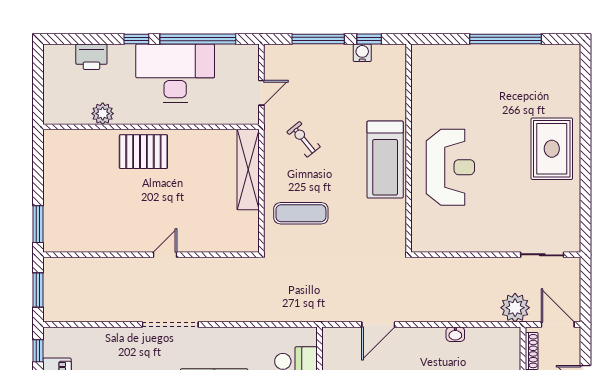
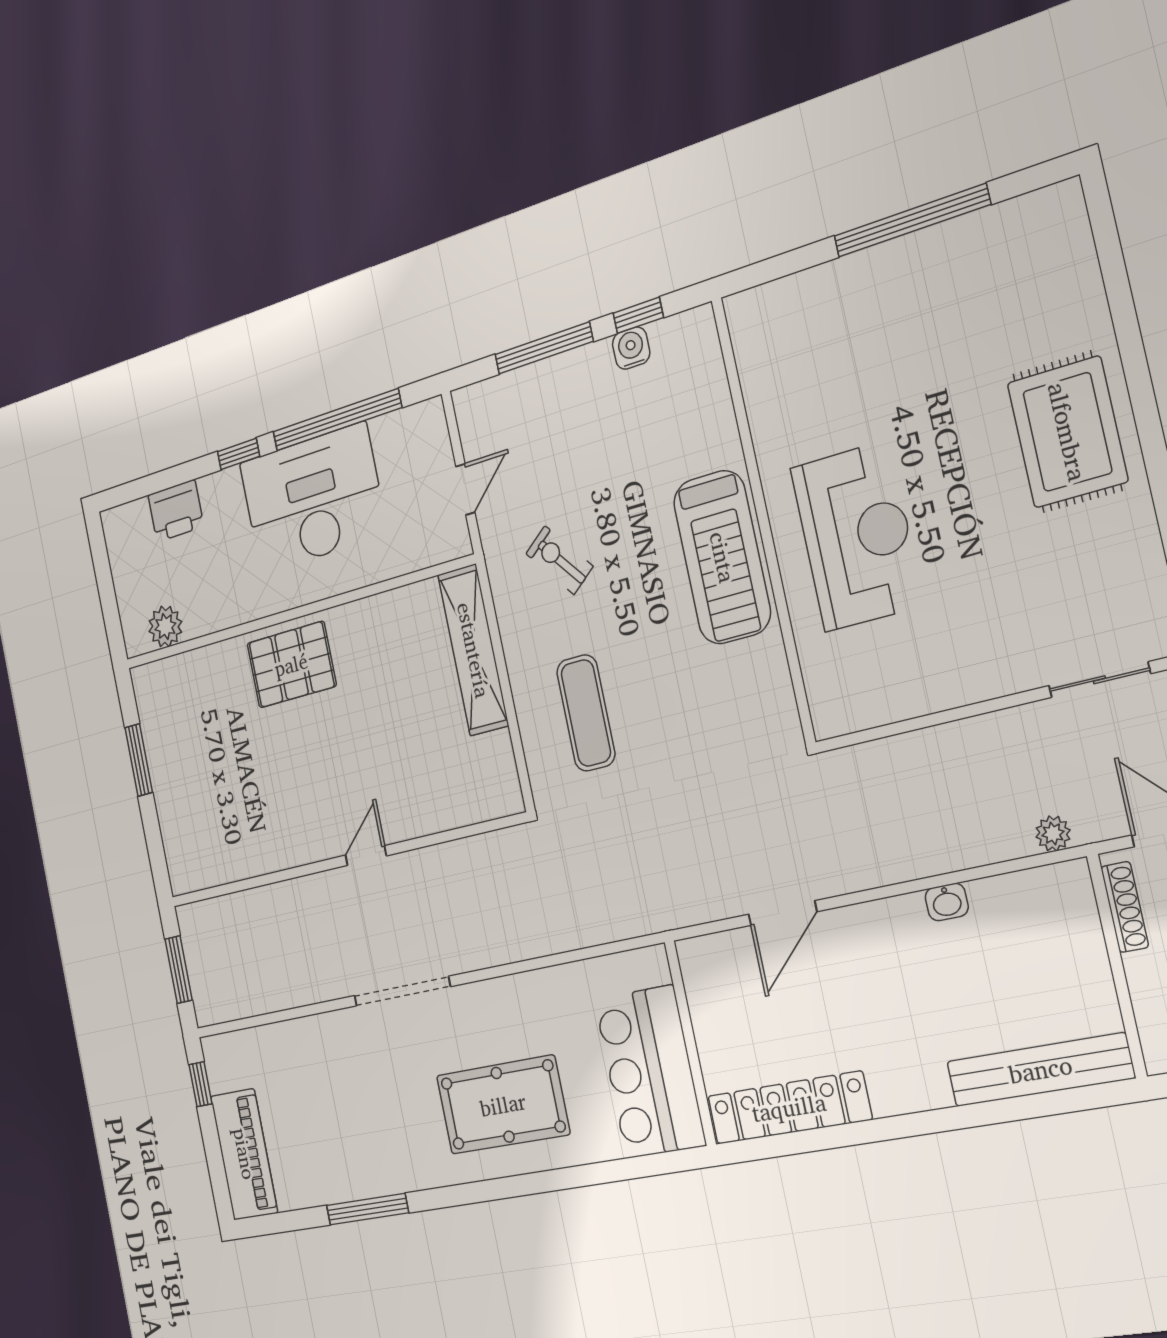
plant: (103, 114) -> (165, 627), moved
exercise mat: (301, 213) -> (586, 713), turned 90
window: (38, 224) -> (139, 760), moved
plant: (515, 308) -> (1053, 833), width x0.53, depth x0.53

